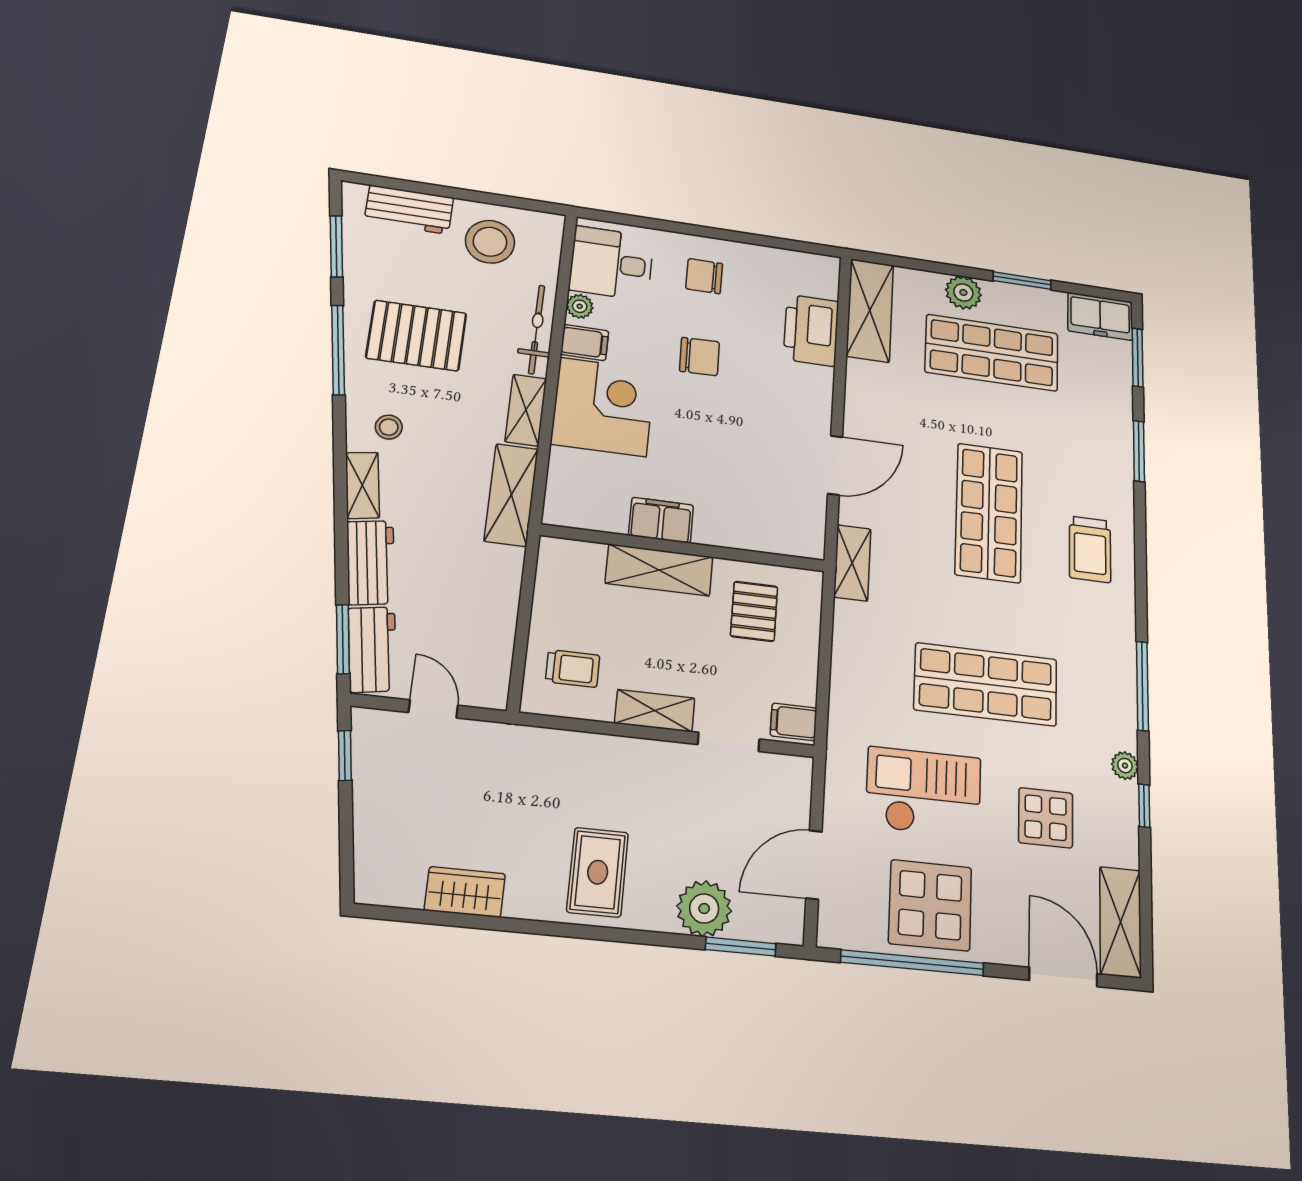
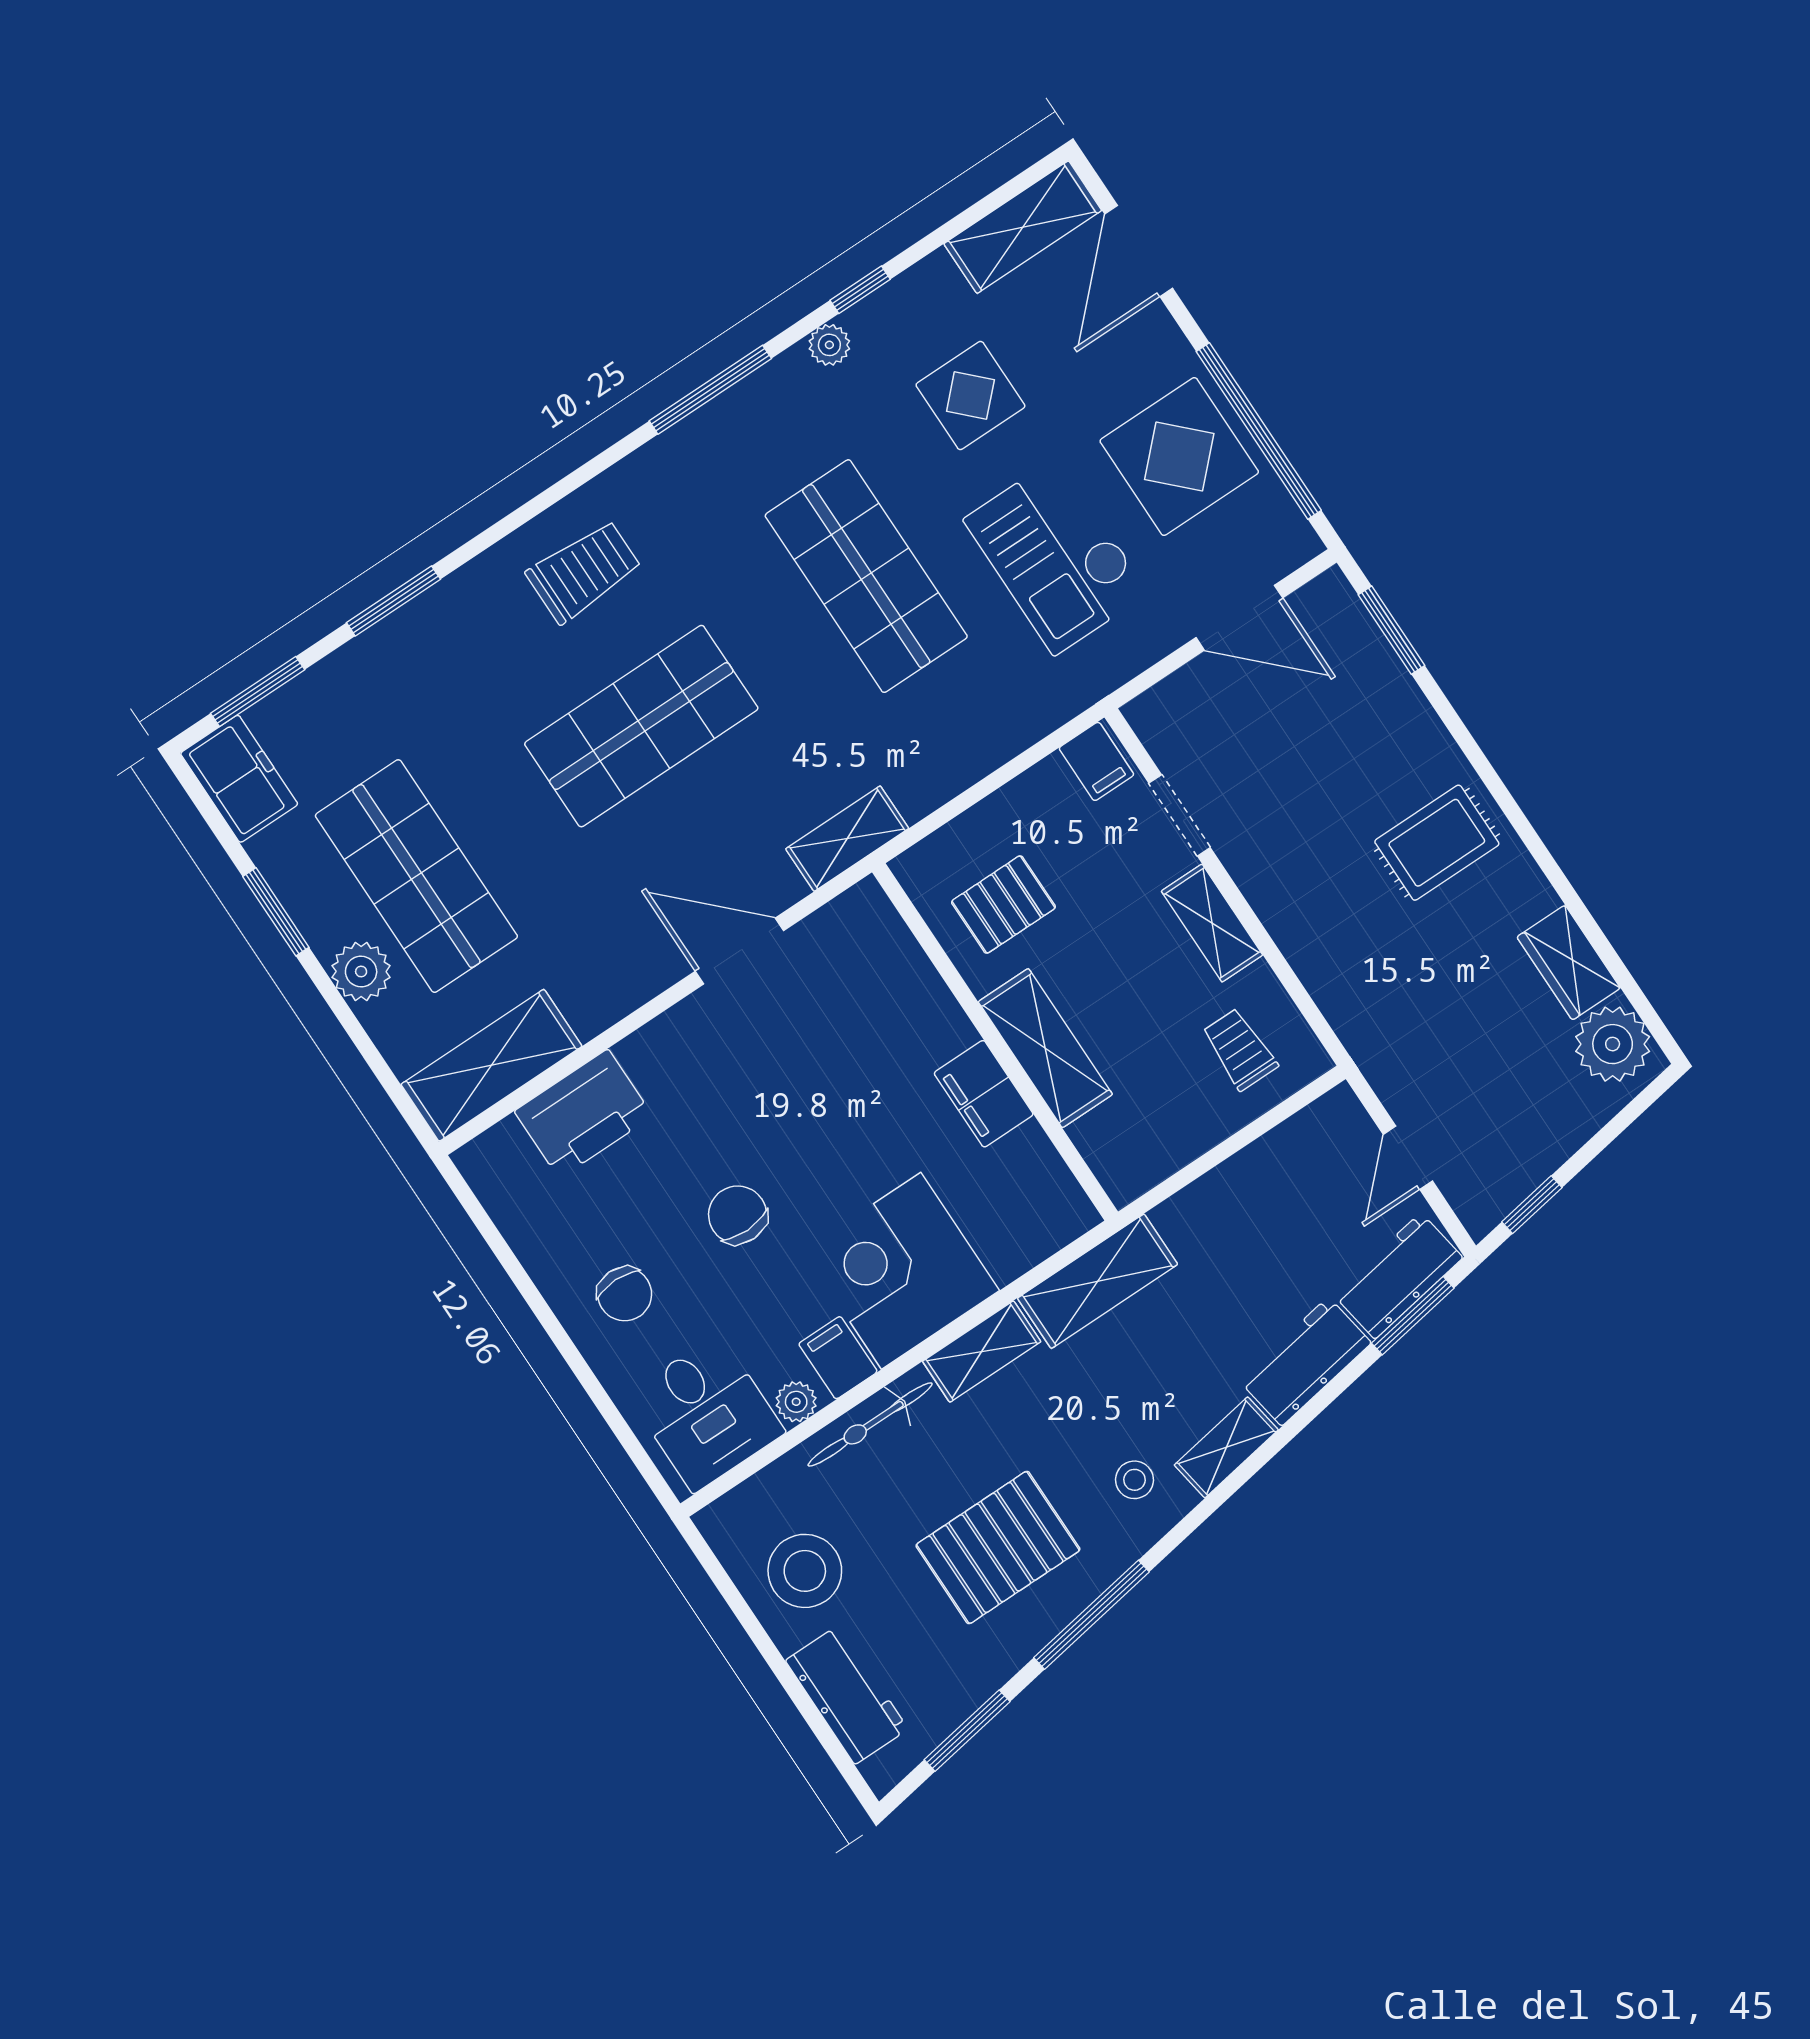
pallet: (416, 336) -> (998, 1547), turned 90
plant: (704, 909) -> (1613, 1044), moved

